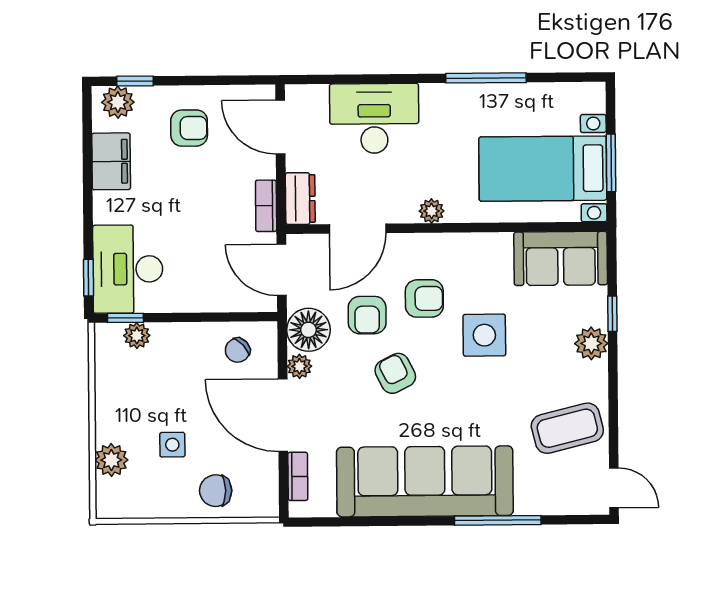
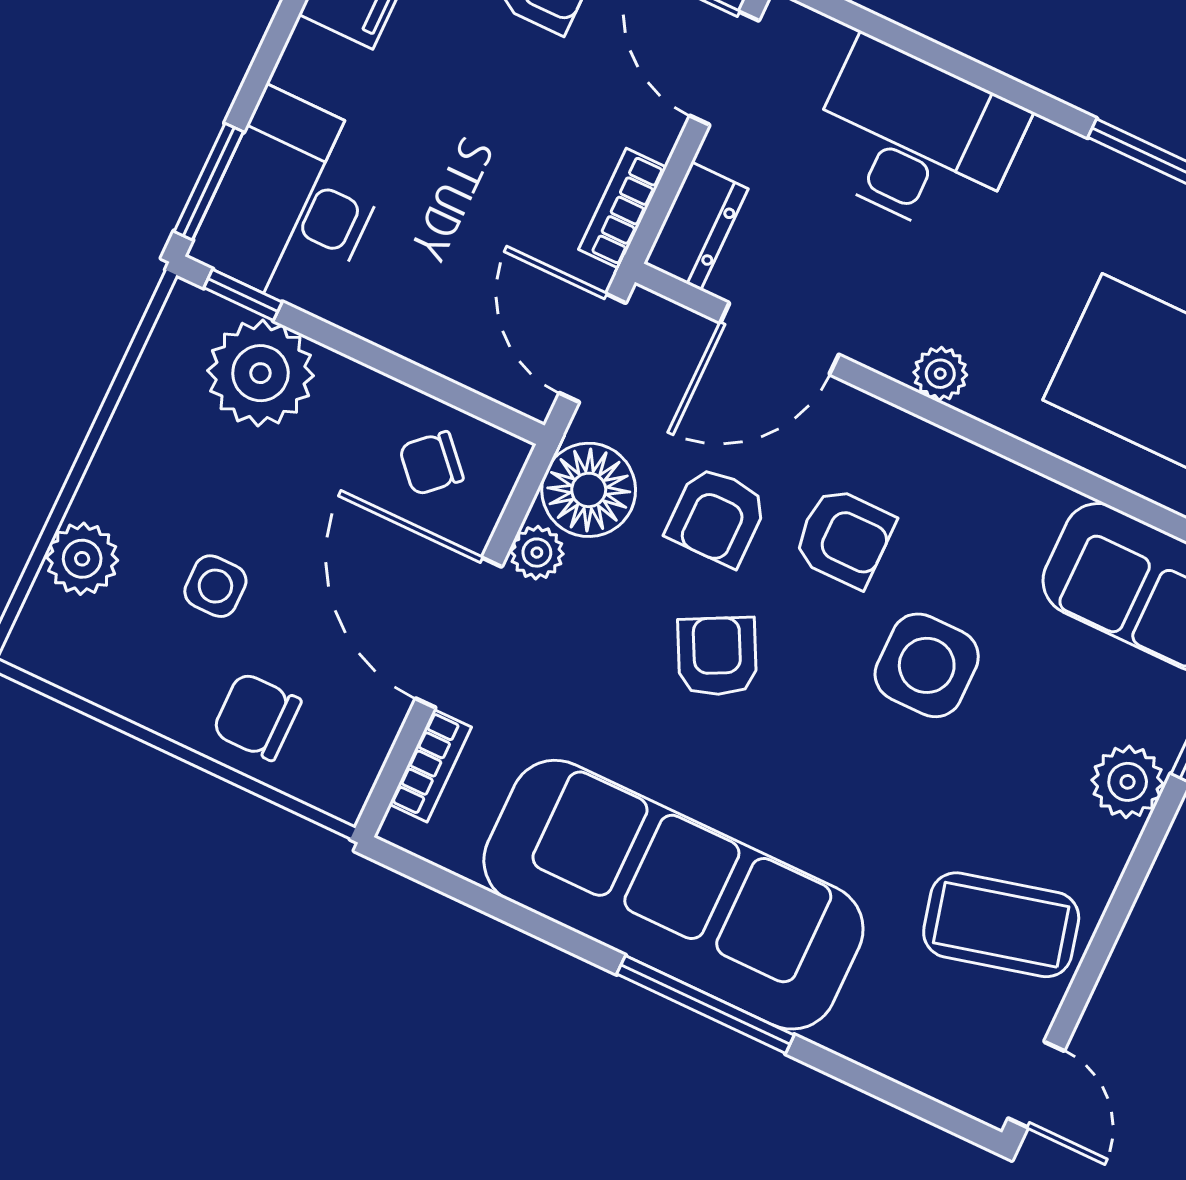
window: (89, 278) -> (209, 182), width x1.50
plant: (137, 336) -> (260, 373), width x1.87, depth x1.87
window: (498, 520) -> (705, 1004), moved

